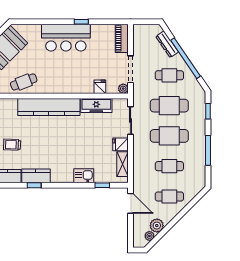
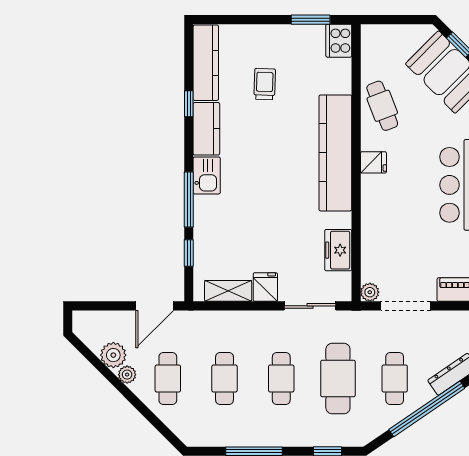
fridge: (100, 87) -> (373, 162), moved
freezer: (96, 105) -> (338, 250), width x0.71
cafe table: (169, 136) -> (281, 379), width x0.73, depth x0.74
kitchen sink: (84, 176) -> (207, 175), moved
window: (34, 185) -> (189, 104), moved
window: (74, 185) -> (189, 200), added
plant: (149, 236) -> (127, 375), moved

